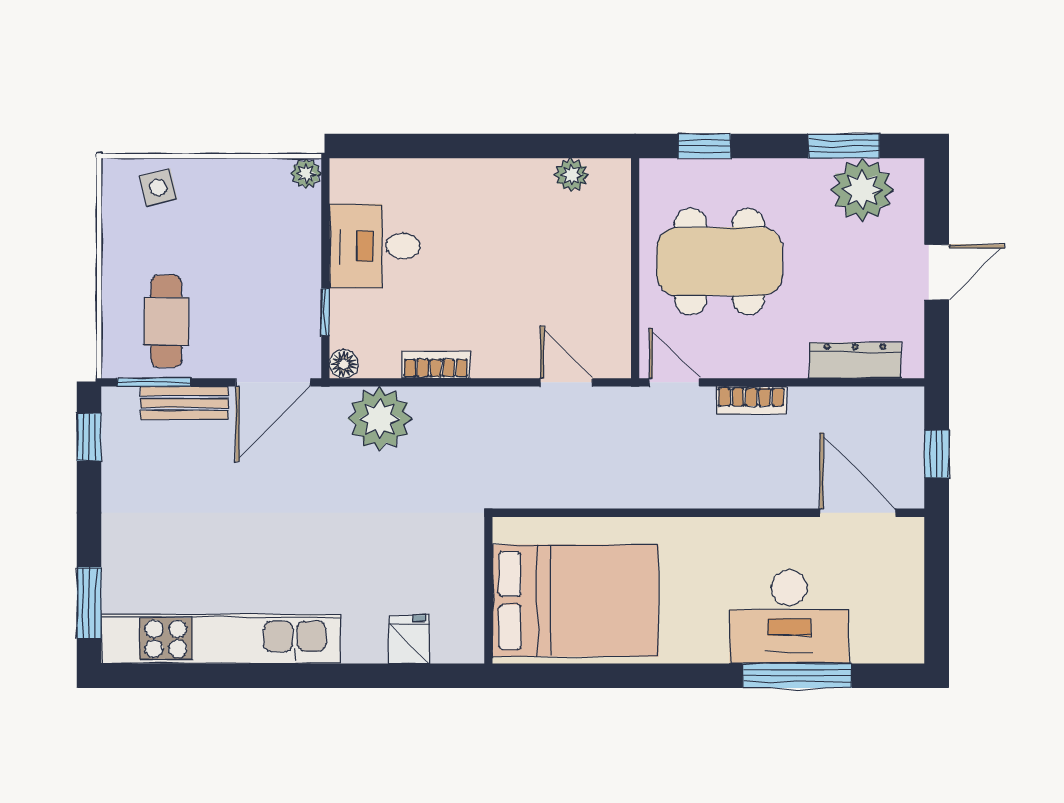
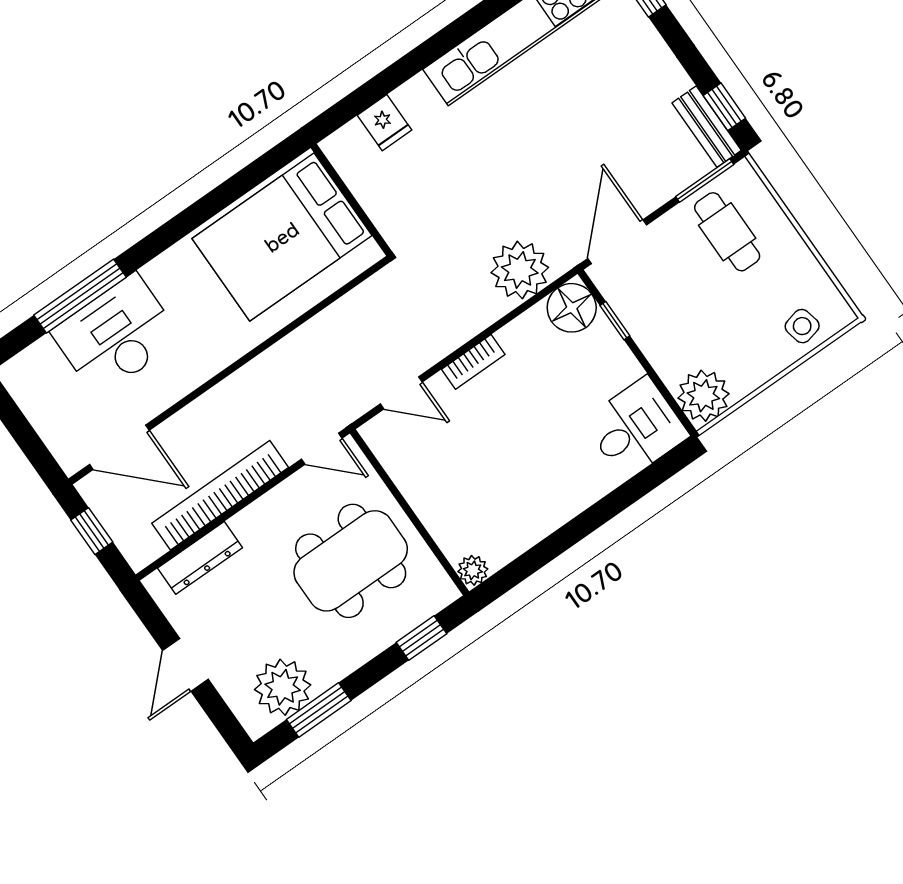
plant: (306, 174) -> (703, 396), width x1.88, depth x1.88
plant: (571, 175) -> (473, 570), moved
desk: (375, 246) -> (636, 428), moved
floor lamp: (344, 364) -> (572, 308), width x1.89, depth x1.89
bookcase: (436, 365) -> (473, 362), moved
bookcase: (751, 400) -> (220, 495), width x2.31, depth x1.31
bench: (184, 403) -> (707, 127), moved, turned 90

